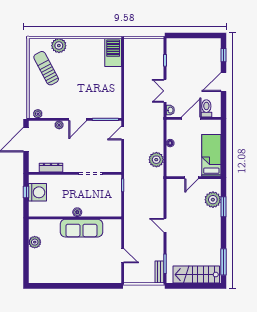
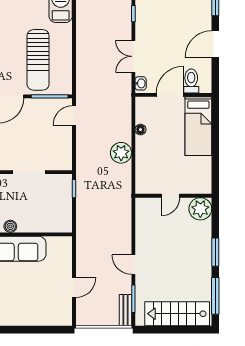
sun lounger: (97, 93) -> (38, 60), added
bed: (211, 155) -> (198, 126), moved, turned 180
door: (192, 178) -> (170, 196), moved
wall: (194, 178) -> (173, 196), moved
window: (224, 207) -> (215, 252), moved
door: (165, 225) -> (133, 265), moved
door: (123, 256) -> (74, 287), hinge flipped

